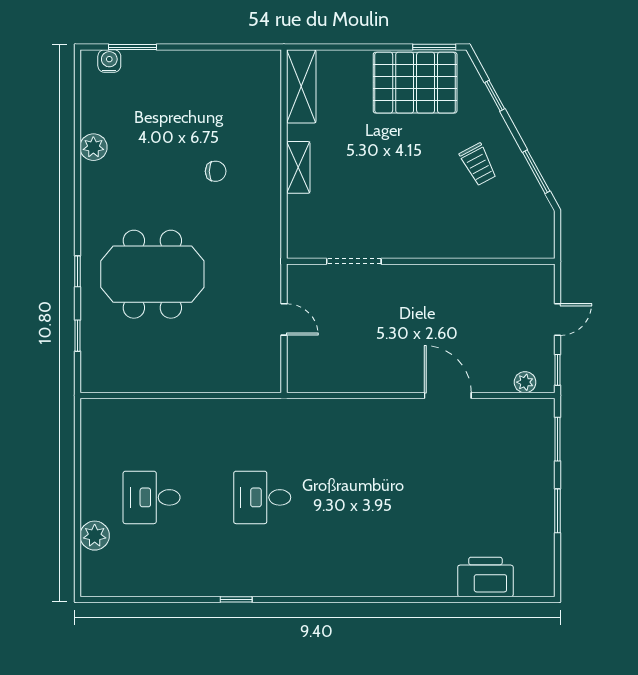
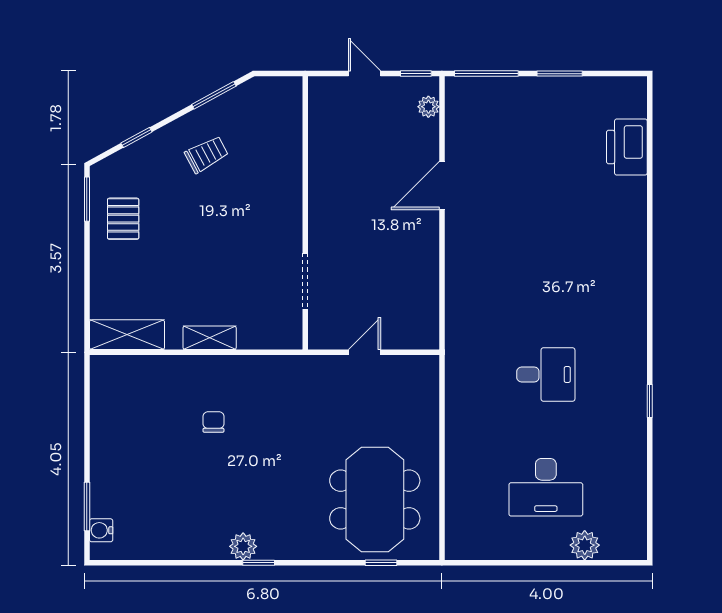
pallet: (415, 83) -> (123, 219), width x0.49, depth x0.50
plant: (93, 147) -> (243, 546), moved
window: (77, 271) -> (259, 563), moved
meeting table: (152, 274) -> (375, 500), moved
window: (558, 439) -> (486, 74), width x1.44
desk: (152, 497) -> (546, 487), width x1.37
desk: (262, 497) -> (546, 374), turned -90

